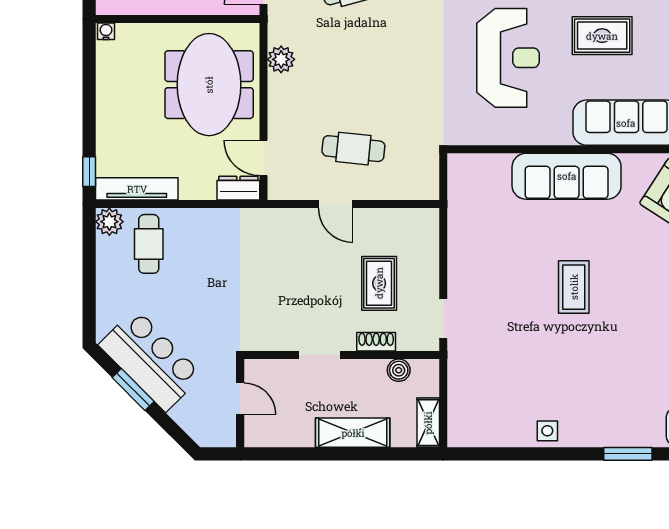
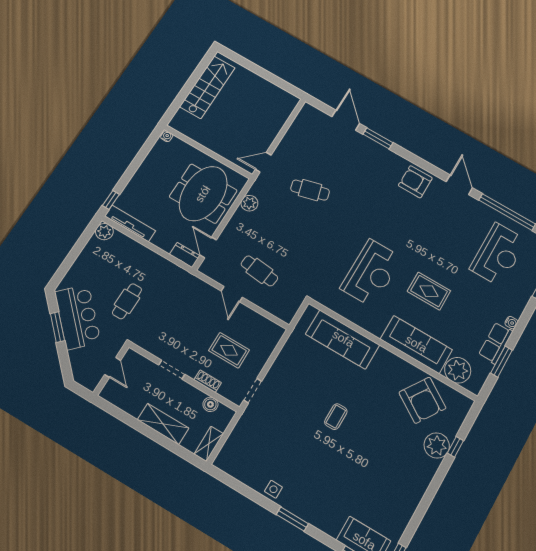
sofa: (567, 176) -> (343, 339), moved
cafe table: (149, 244) -> (127, 301), moved
rug: (379, 283) -> (229, 350), turned 90
coffee table: (574, 287) -> (336, 417), width x0.73, depth x0.77
window: (628, 454) -> (292, 519), moved

